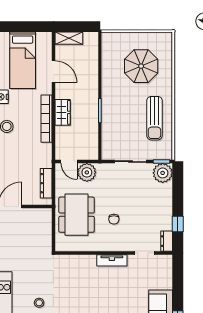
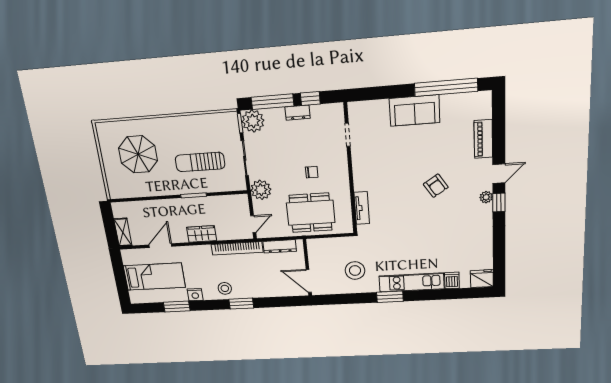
sun lounger: (154, 118) -> (200, 162), moved, turned 180
bookcase: (47, 119) -> (237, 248), moved
plant: (87, 172) -> (261, 190), moved
window: (178, 192) -> (272, 102), added
dresser: (167, 241) -> (298, 113), moved
tv unit: (112, 260) -> (362, 208), moved
stool: (39, 303) -> (355, 270), moved, width x1.89, depth x1.89

